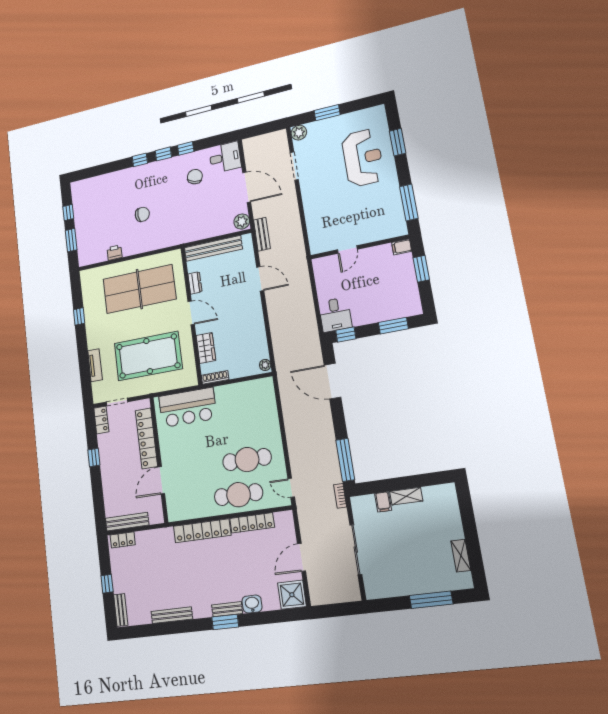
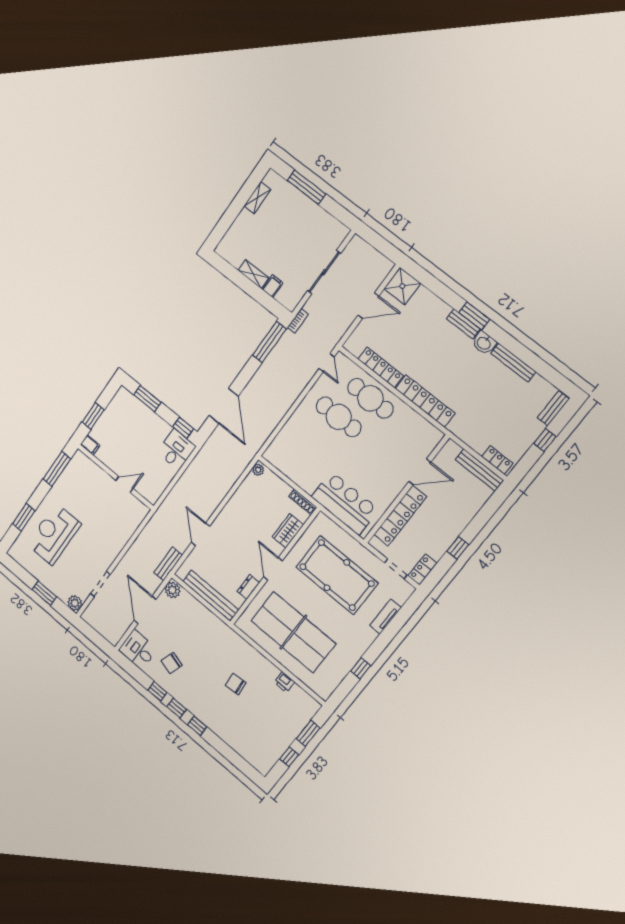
washbasin: (252, 604) -> (484, 343), moved

